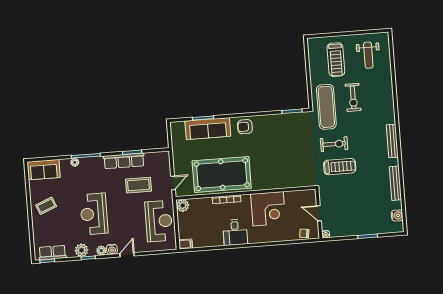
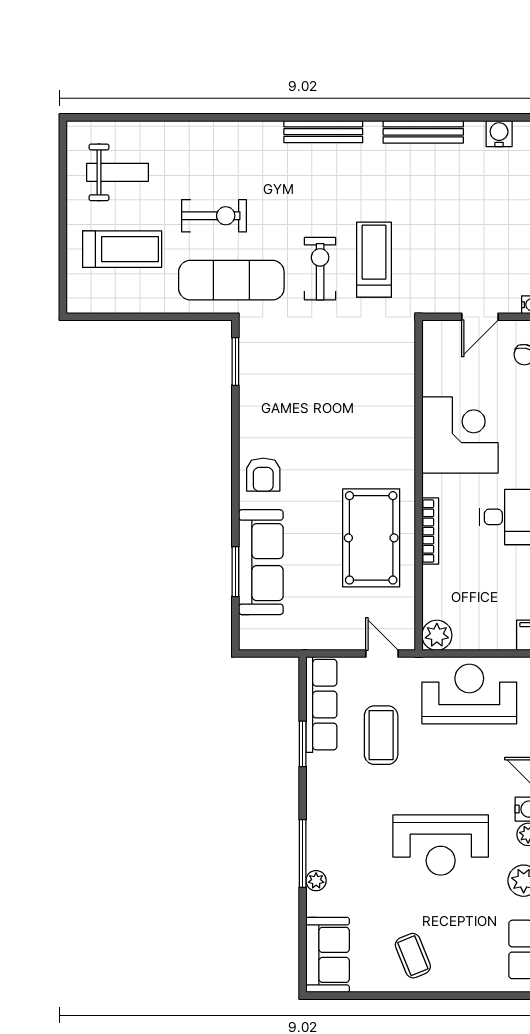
row of seats: (124, 161) -> (321, 705), moved
pool table: (222, 174) -> (371, 538), width x0.73, depth x0.76

